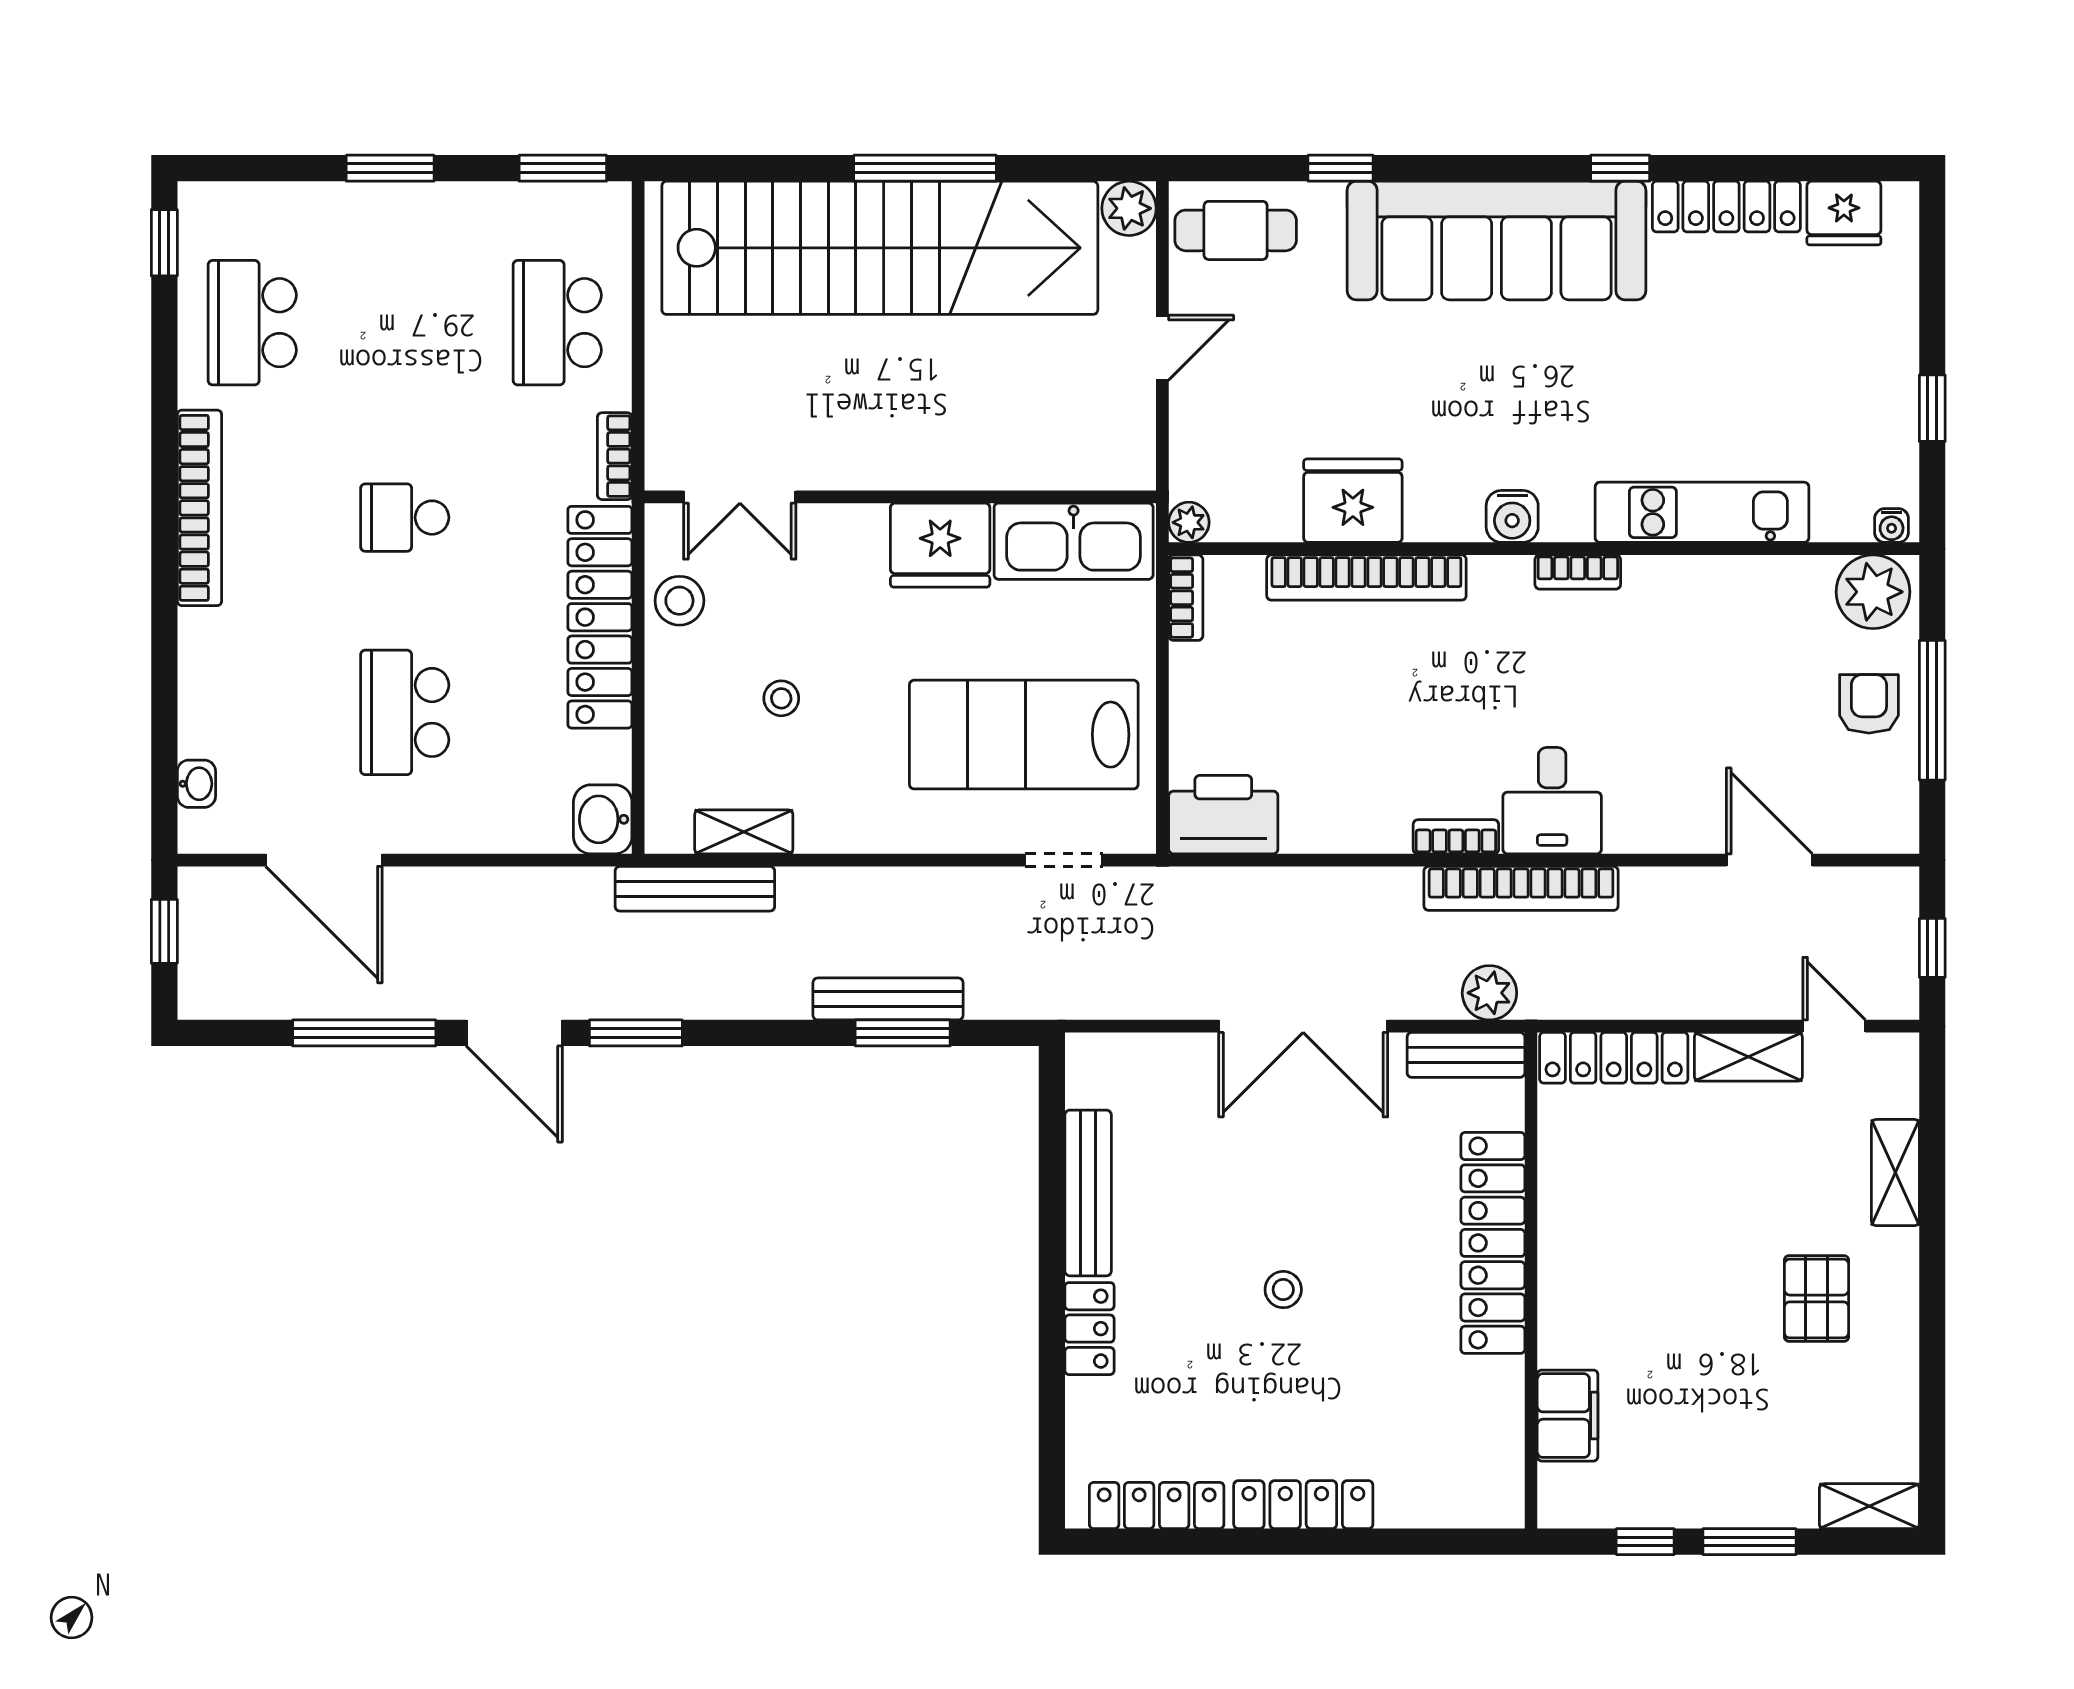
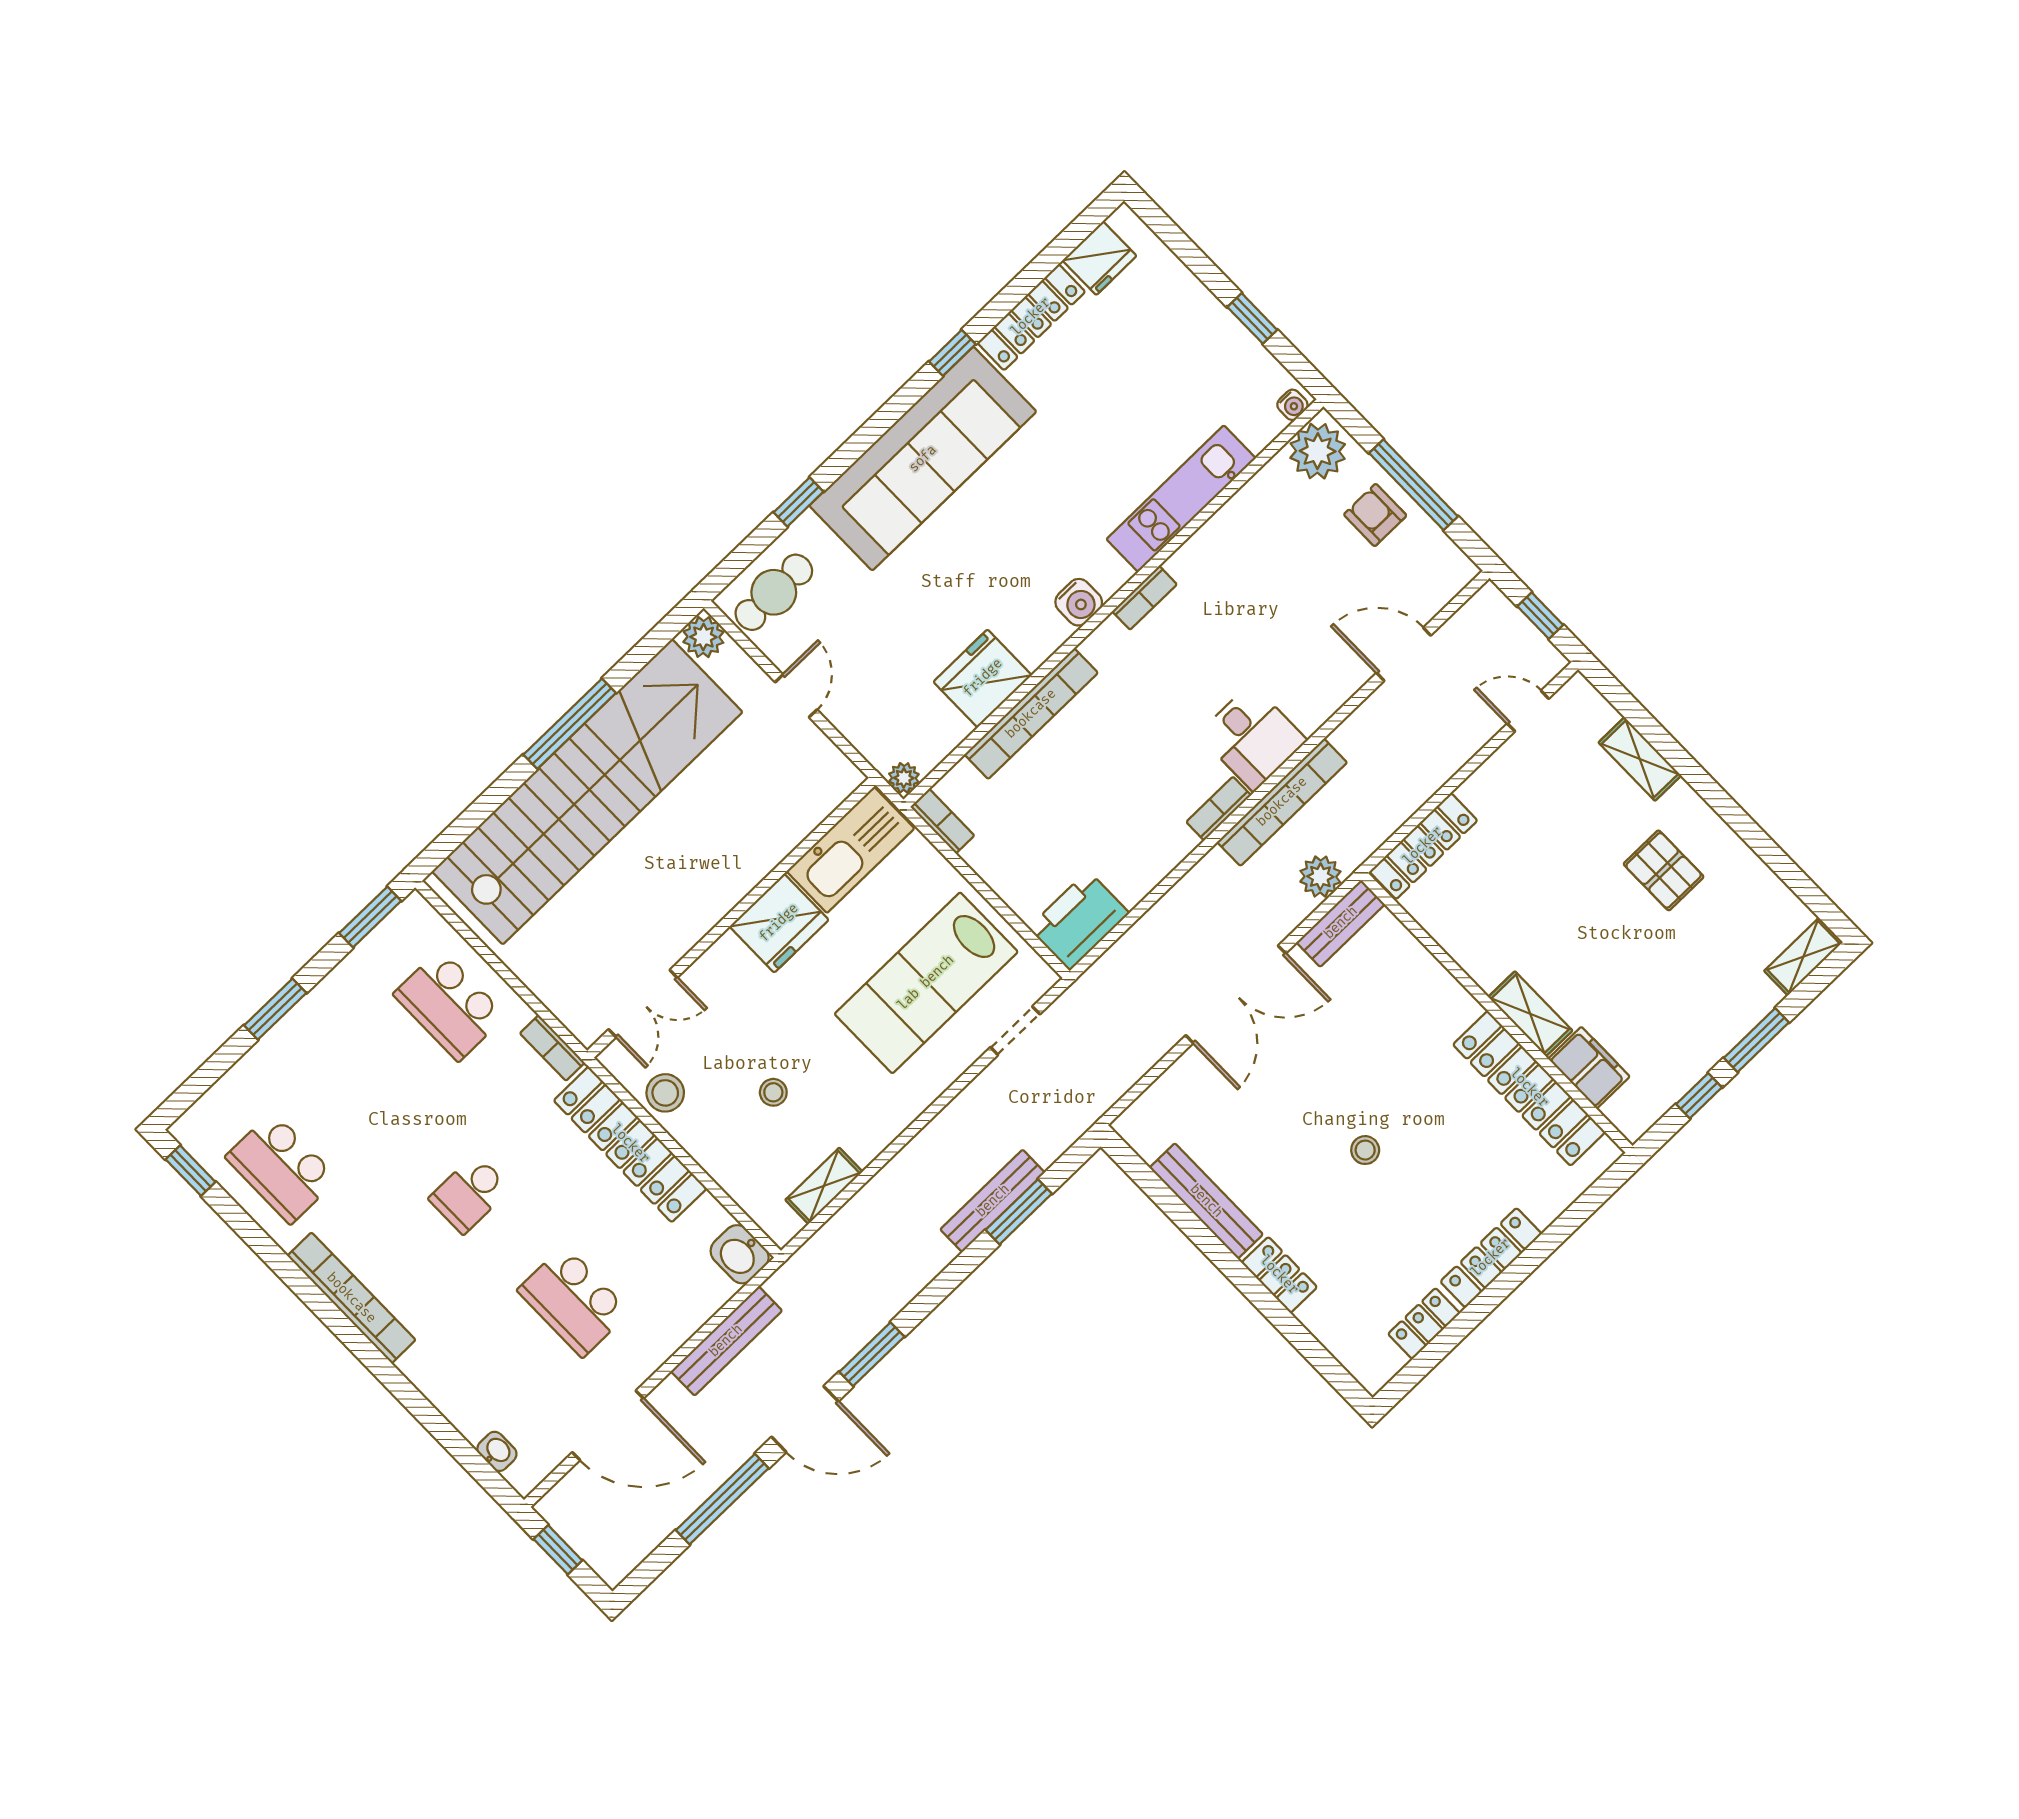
bench: (695, 889) -> (726, 1341), moved
shelving: (1748, 1057) -> (1530, 1014), moved, turned 90
locker: (1493, 1243) -> (1529, 1088), moved
locker: (1157, 1505) -> (1424, 1324), width x0.66

